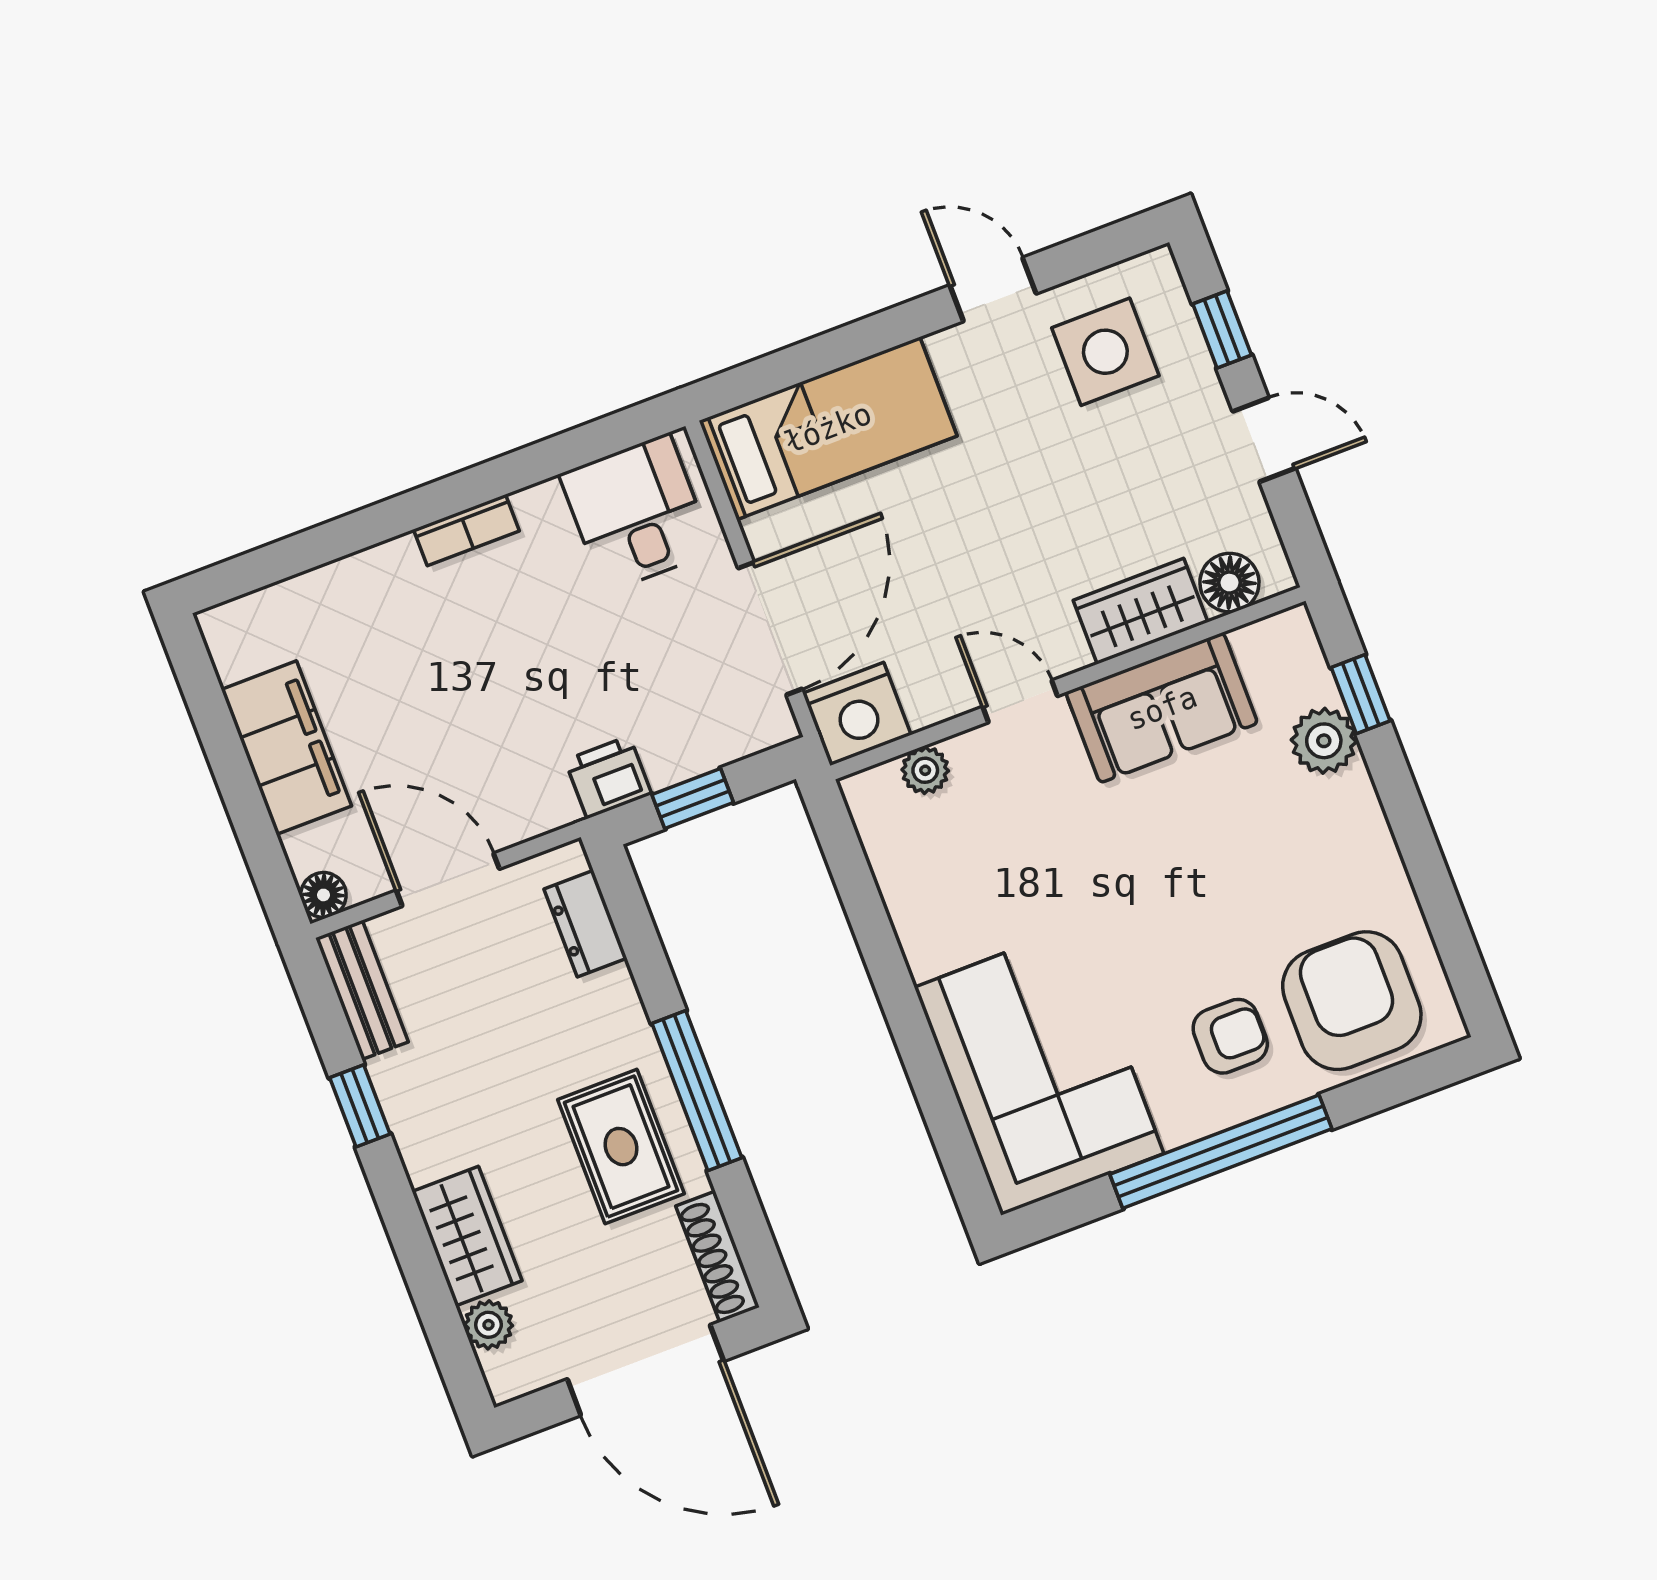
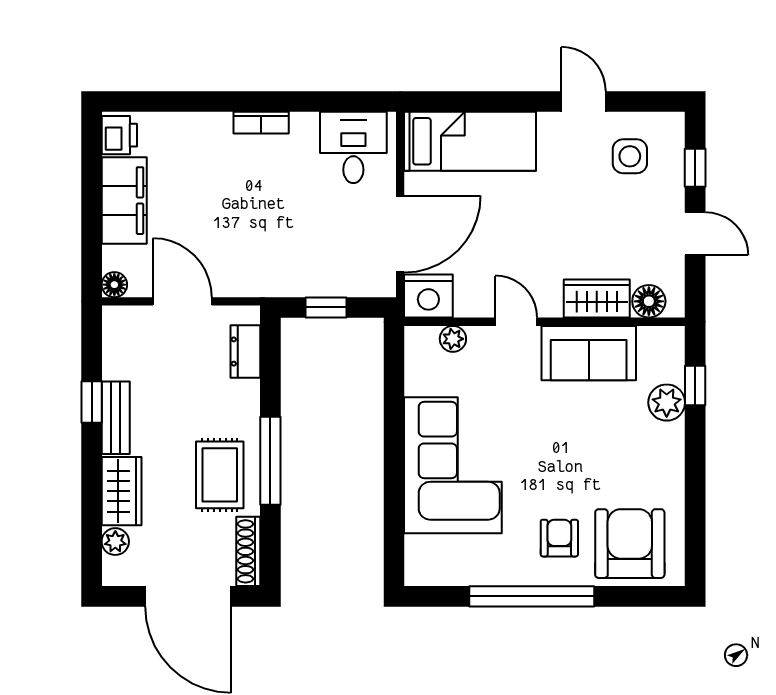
side table: (1105, 352) -> (630, 156), width x0.73, depth x0.73
printer: (608, 777) -> (119, 135), moved, turned 90
bench: (362, 990) -> (116, 418), moved
armchair: (1230, 1036) -> (559, 538), turned -90
corner sofa: (1039, 1070) -> (453, 465), moved

